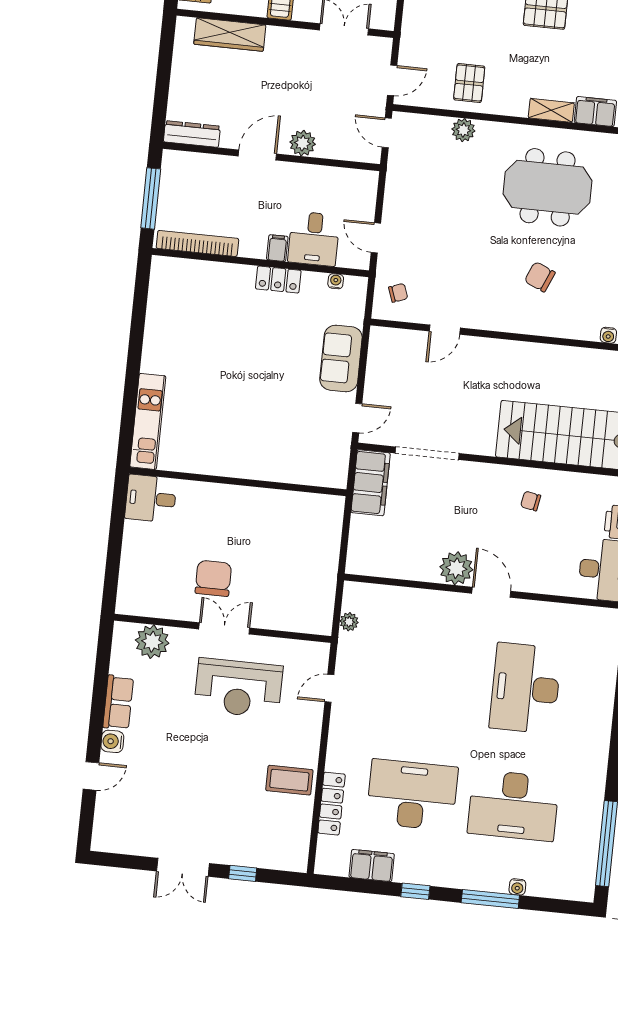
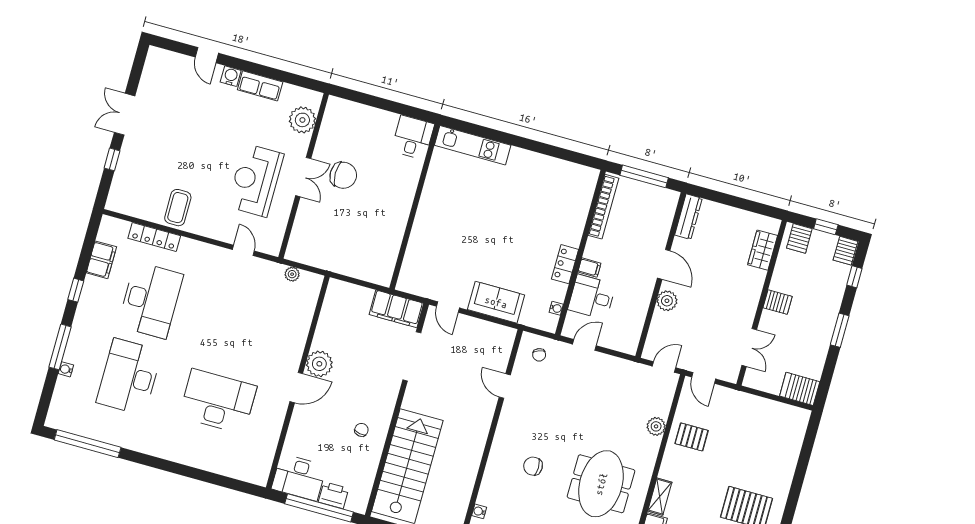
wardrobe: (230, 35) -> (763, 250), width x0.67
chair: (540, 277) -> (533, 466), turned -113

